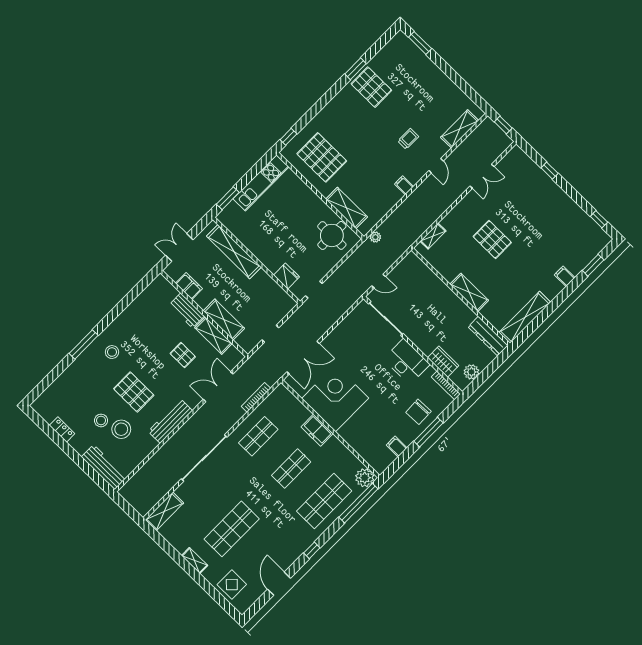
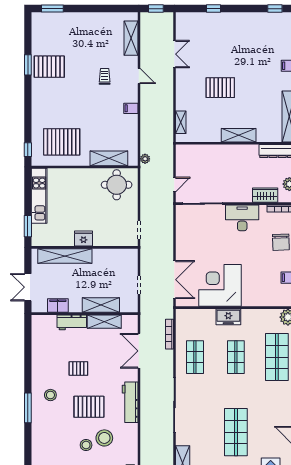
fridge: (287, 276) -> (84, 239), moved
pallet: (183, 355) -> (78, 369), moved

